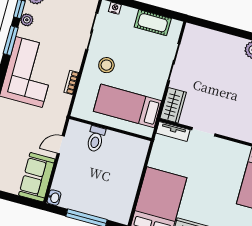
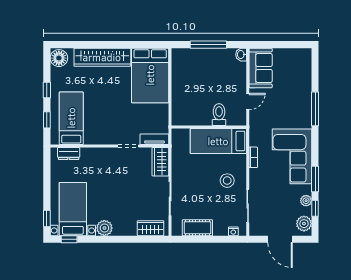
wardrobe: (204, 36) -> (151, 228), added
bed: (128, 106) -> (218, 141), moved, turned 180

